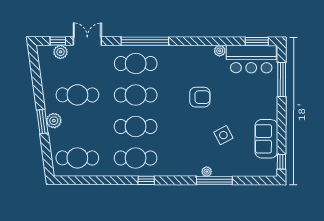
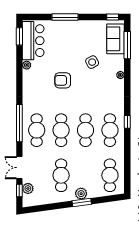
window: (282, 79) -> (65, 17), moved
armchair: (200, 97) -> (63, 80), turned -90
sofa: (266, 139) -> (115, 39), moved, turned 90
window: (214, 180) -> (127, 45), moved

